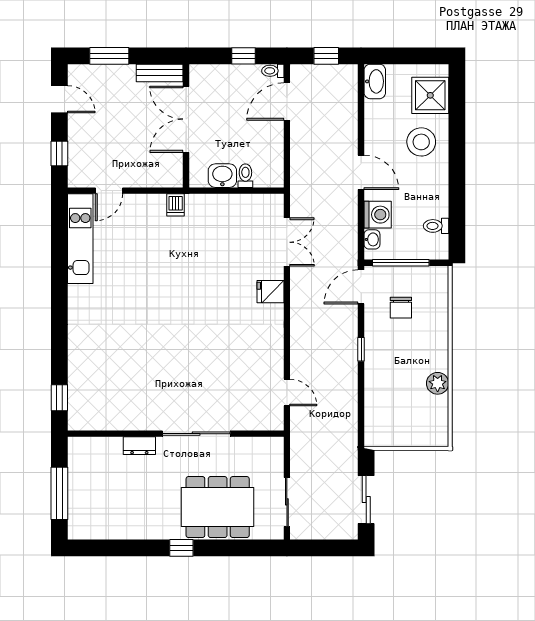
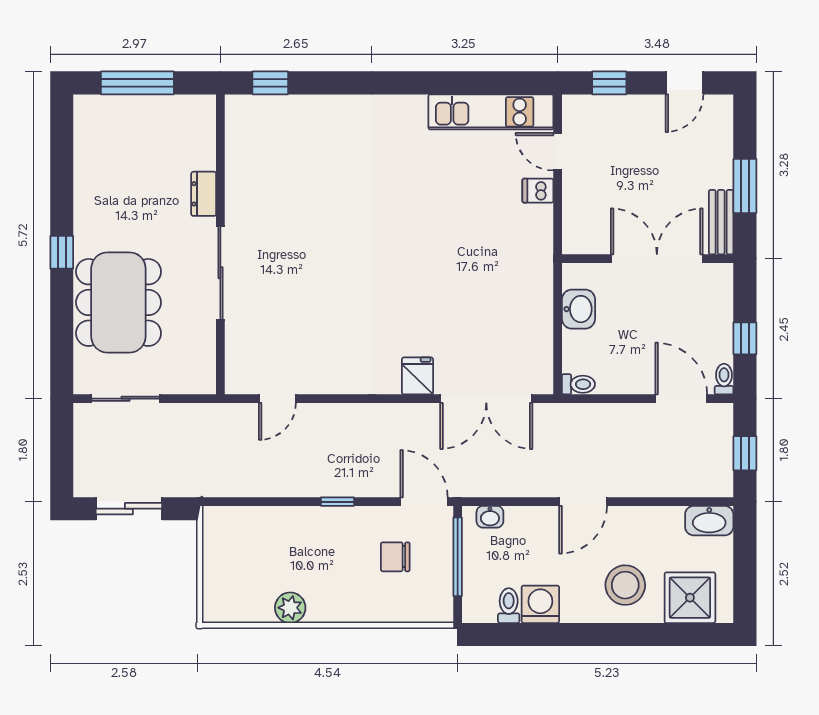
window: (109, 56) -> (745, 186), moved
toilet: (245, 176) -> (578, 384), moved
dishwasher: (176, 205) -> (538, 191), moved
washing machine: (378, 215) -> (540, 604), moved, turned 180
double door: (287, 242) -> (486, 399), width x1.37

